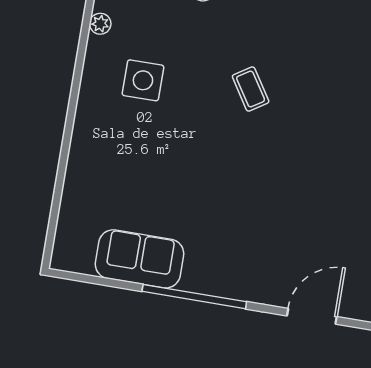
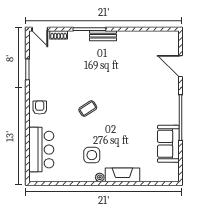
plant: (100, 24) -> (100, 177), moved
fireplace: (86, 143) -> (122, 175), added

